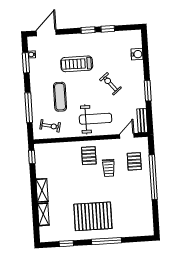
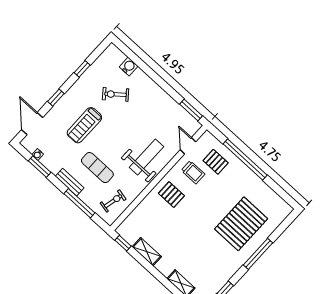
window: (88, 30) -> (56, 98), moved
exercise bike: (110, 84) -> (116, 94), moved
window: (148, 91) -> (191, 110), moved
bench: (142, 121) -> (70, 182), moved
trolley: (109, 168) -> (193, 172), moved
shelving: (42, 190) -> (147, 252), moved
pallet: (93, 216) -> (241, 224), moved

